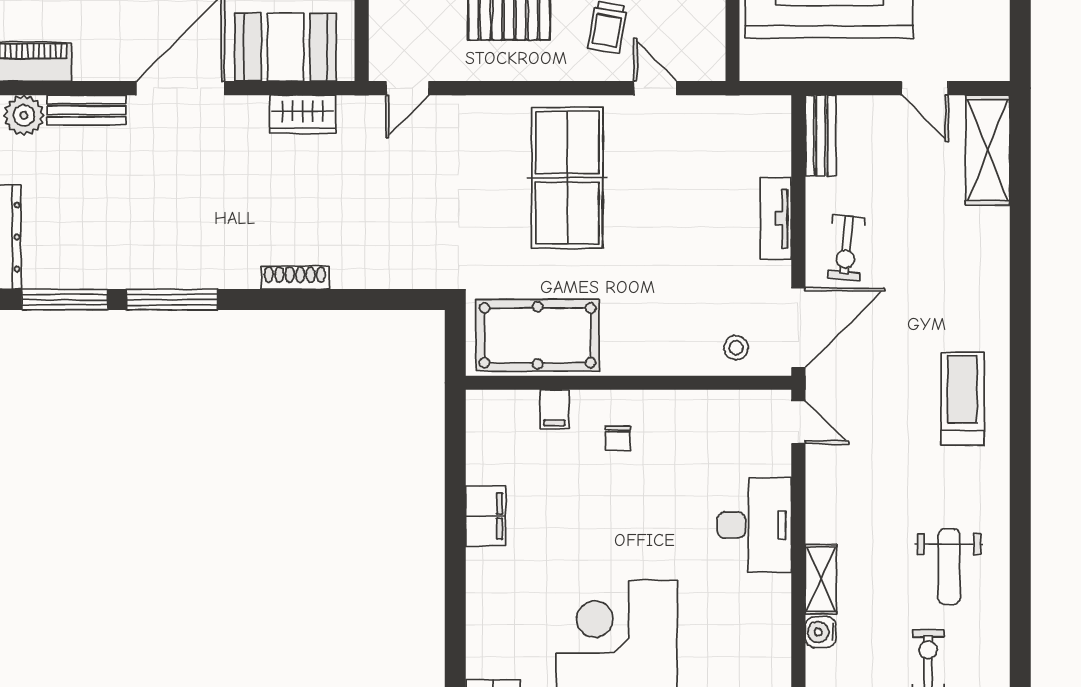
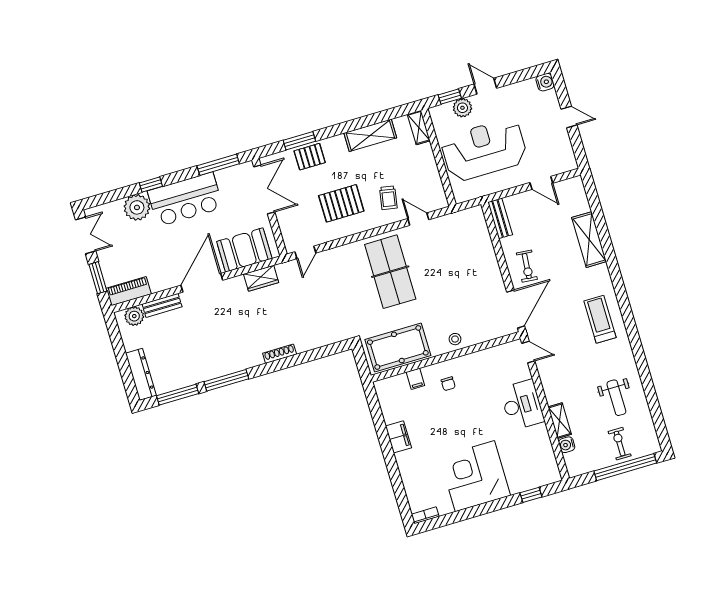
shelving: (988, 150) -> (589, 240), moved
tv unit: (776, 219) -> (491, 262), removed
stool: (736, 348) -> (455, 339), moved

